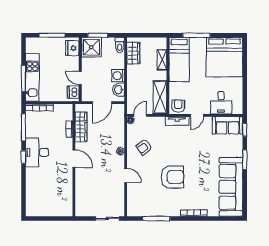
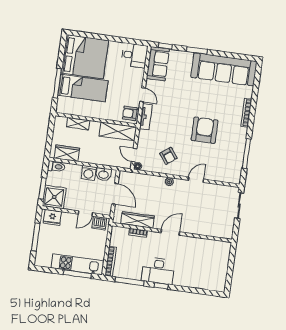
bed: (179, 60) -> (83, 88), moved
desk: (221, 103) -> (134, 55), moved

